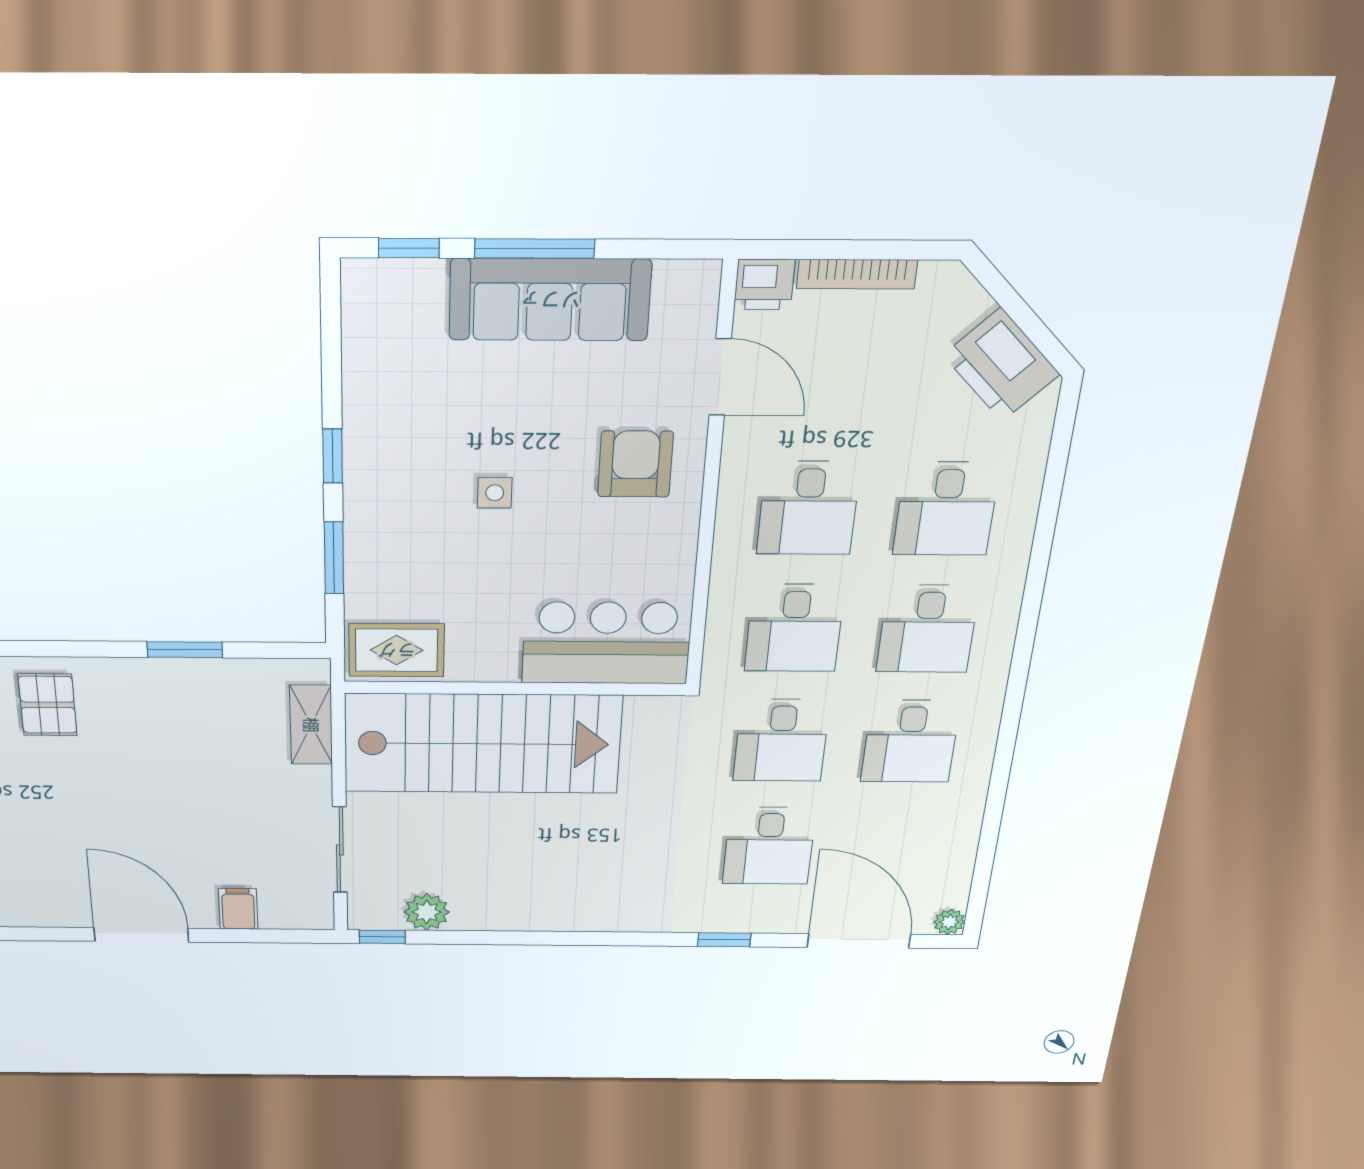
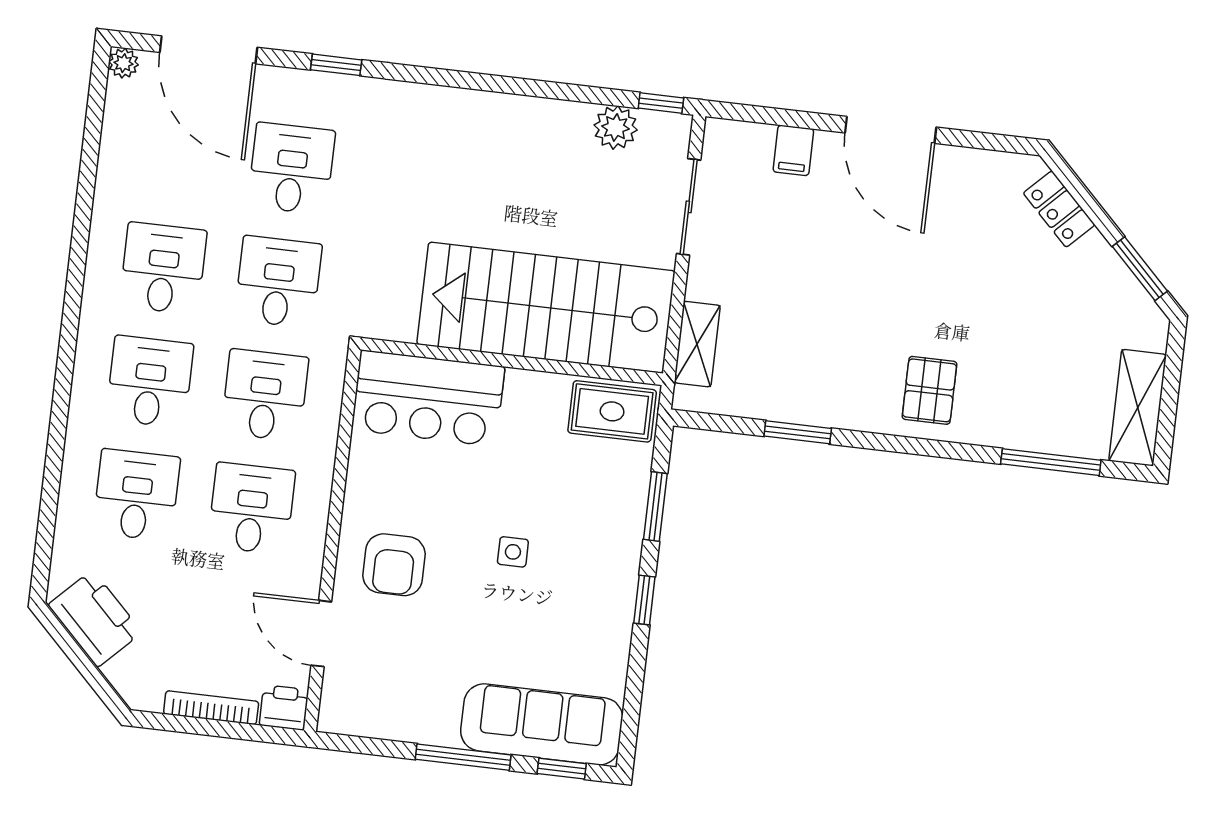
sofa: (550, 300) -> (542, 724), moved

